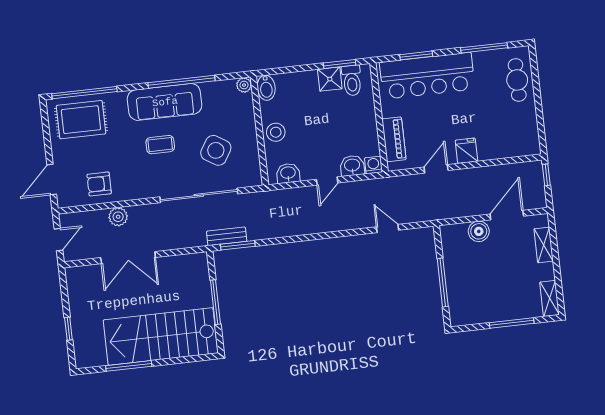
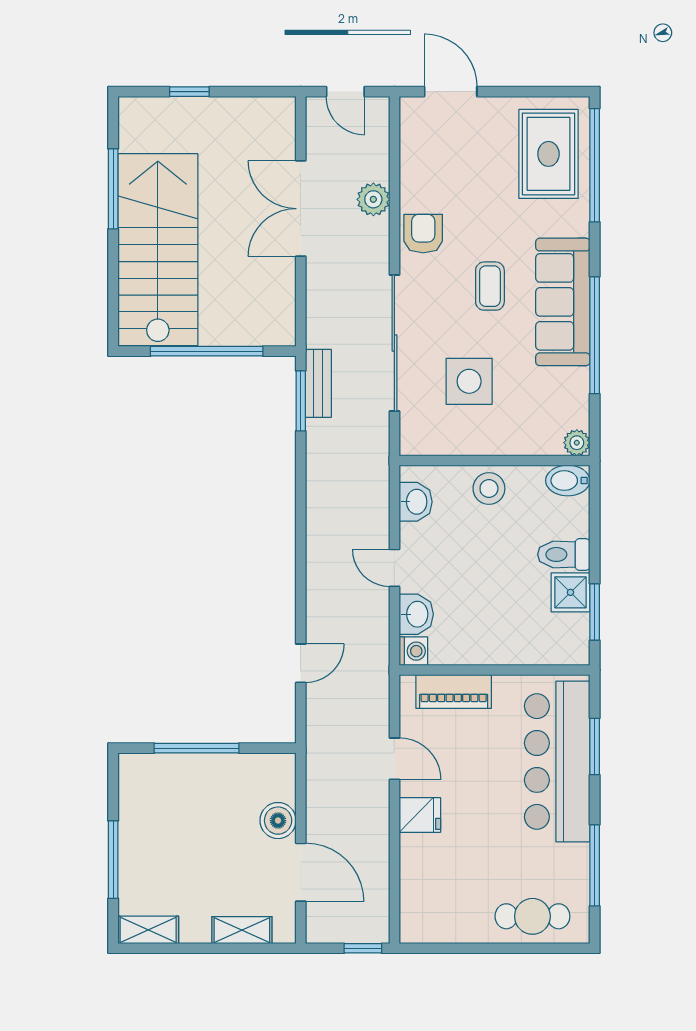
toilet: (352, 80) -> (564, 554), moved
side table: (216, 150) -> (469, 381), turned -31
armchair: (99, 184) -> (423, 234), moved
window: (215, 302) -> (207, 351), width x1.46

